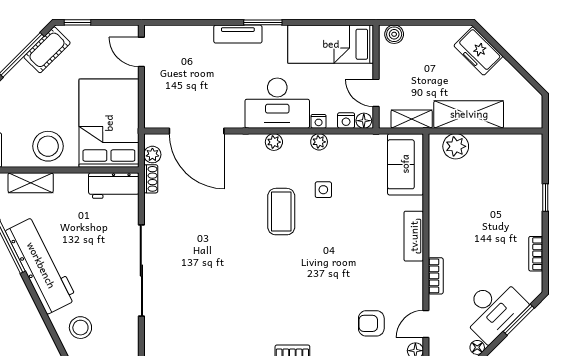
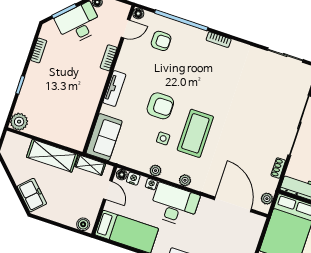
plant: (456, 146) -> (19, 122), moved
shoe rack: (151, 179) -> (278, 168), moved
coffee table: (281, 212) -> (195, 133), width x1.36, depth x1.32
armchair: (342, 233) -> (160, 106), added

